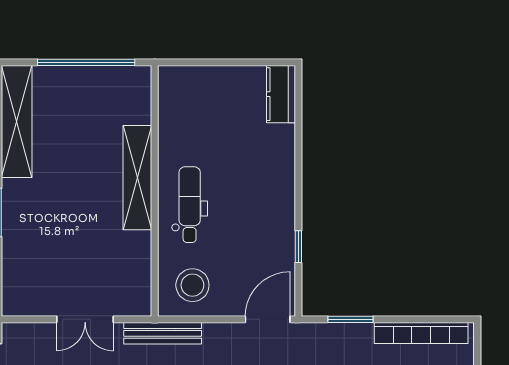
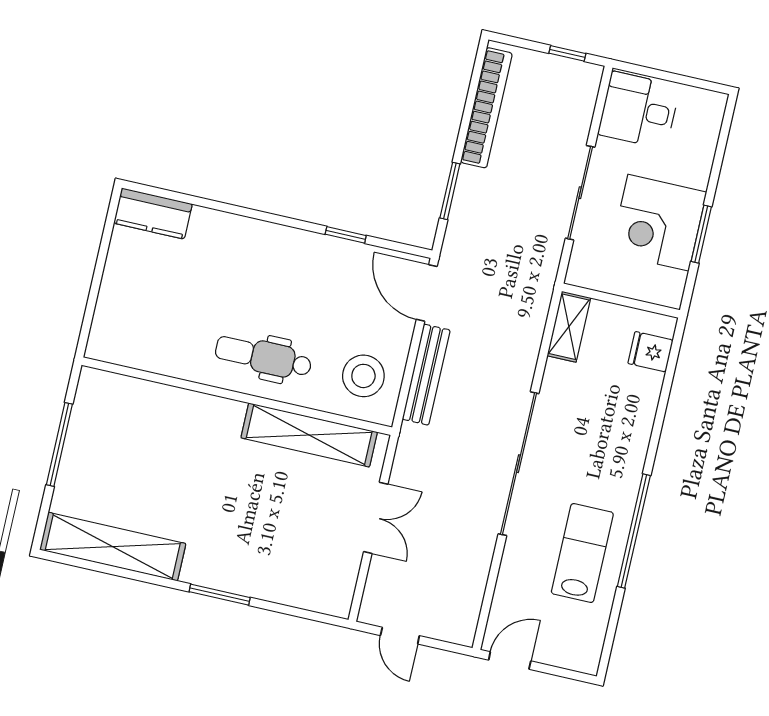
window: (86, 62) -> (59, 444), width x0.68
shelving: (137, 178) -> (309, 435), moved
bench: (163, 333) -> (426, 375), moved

